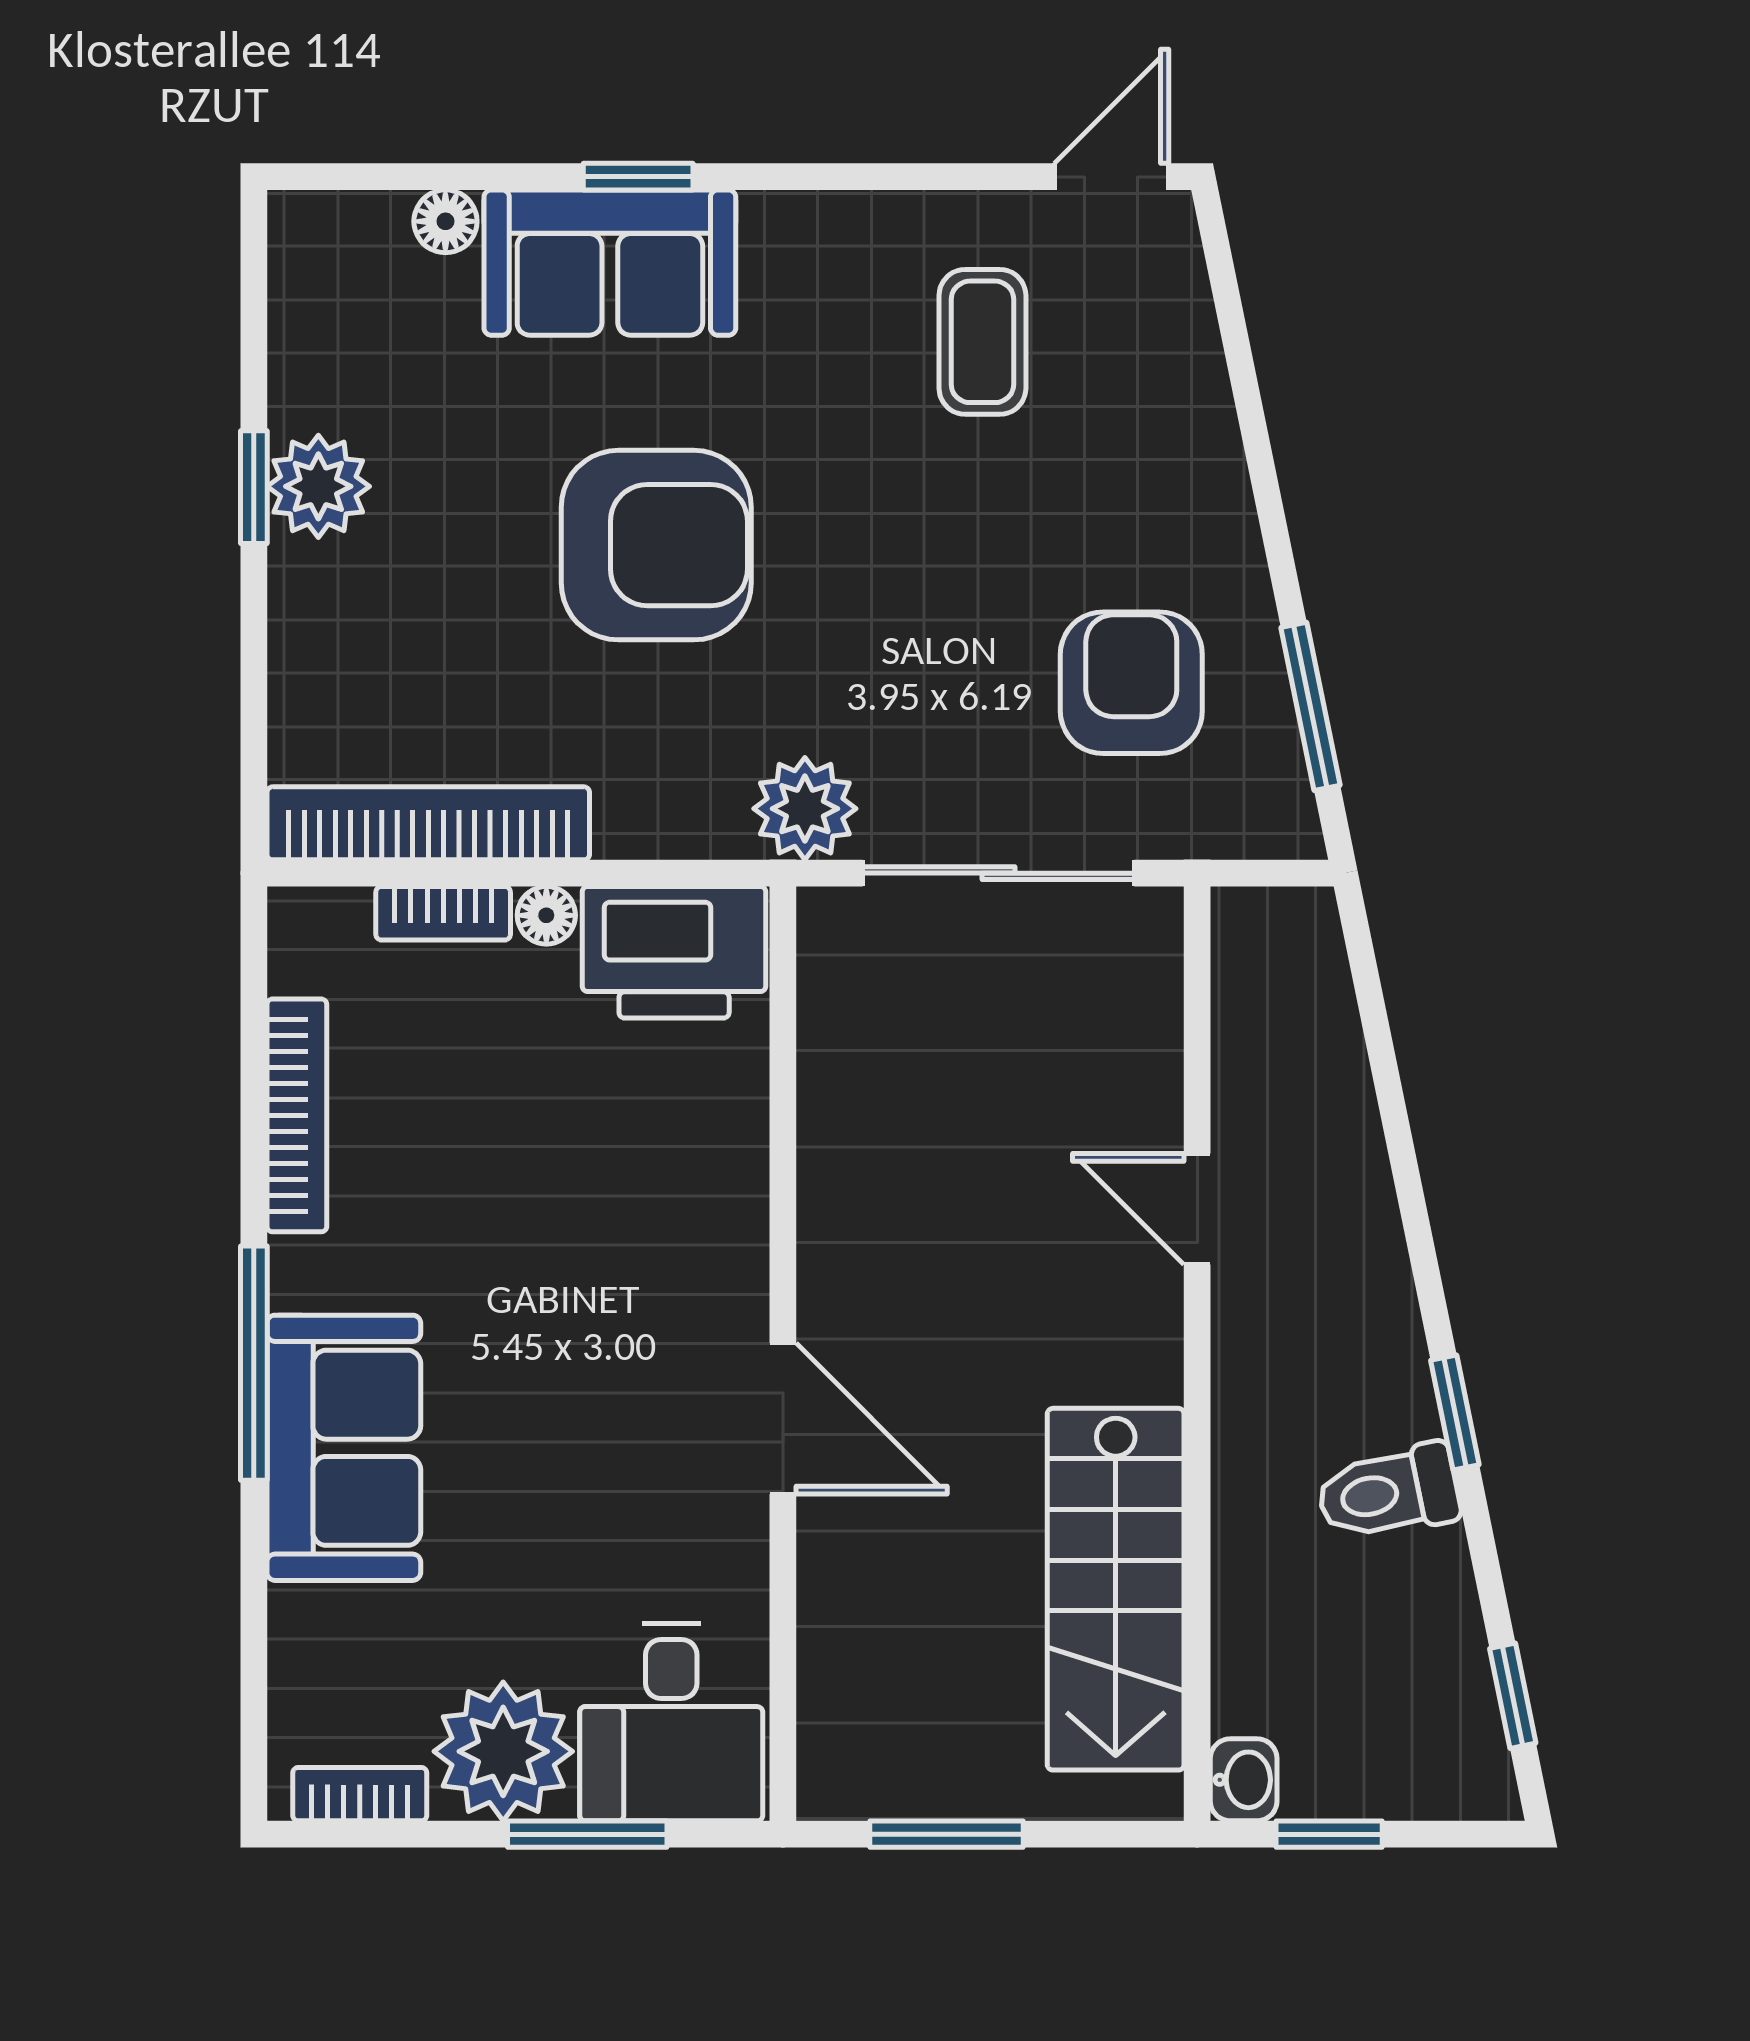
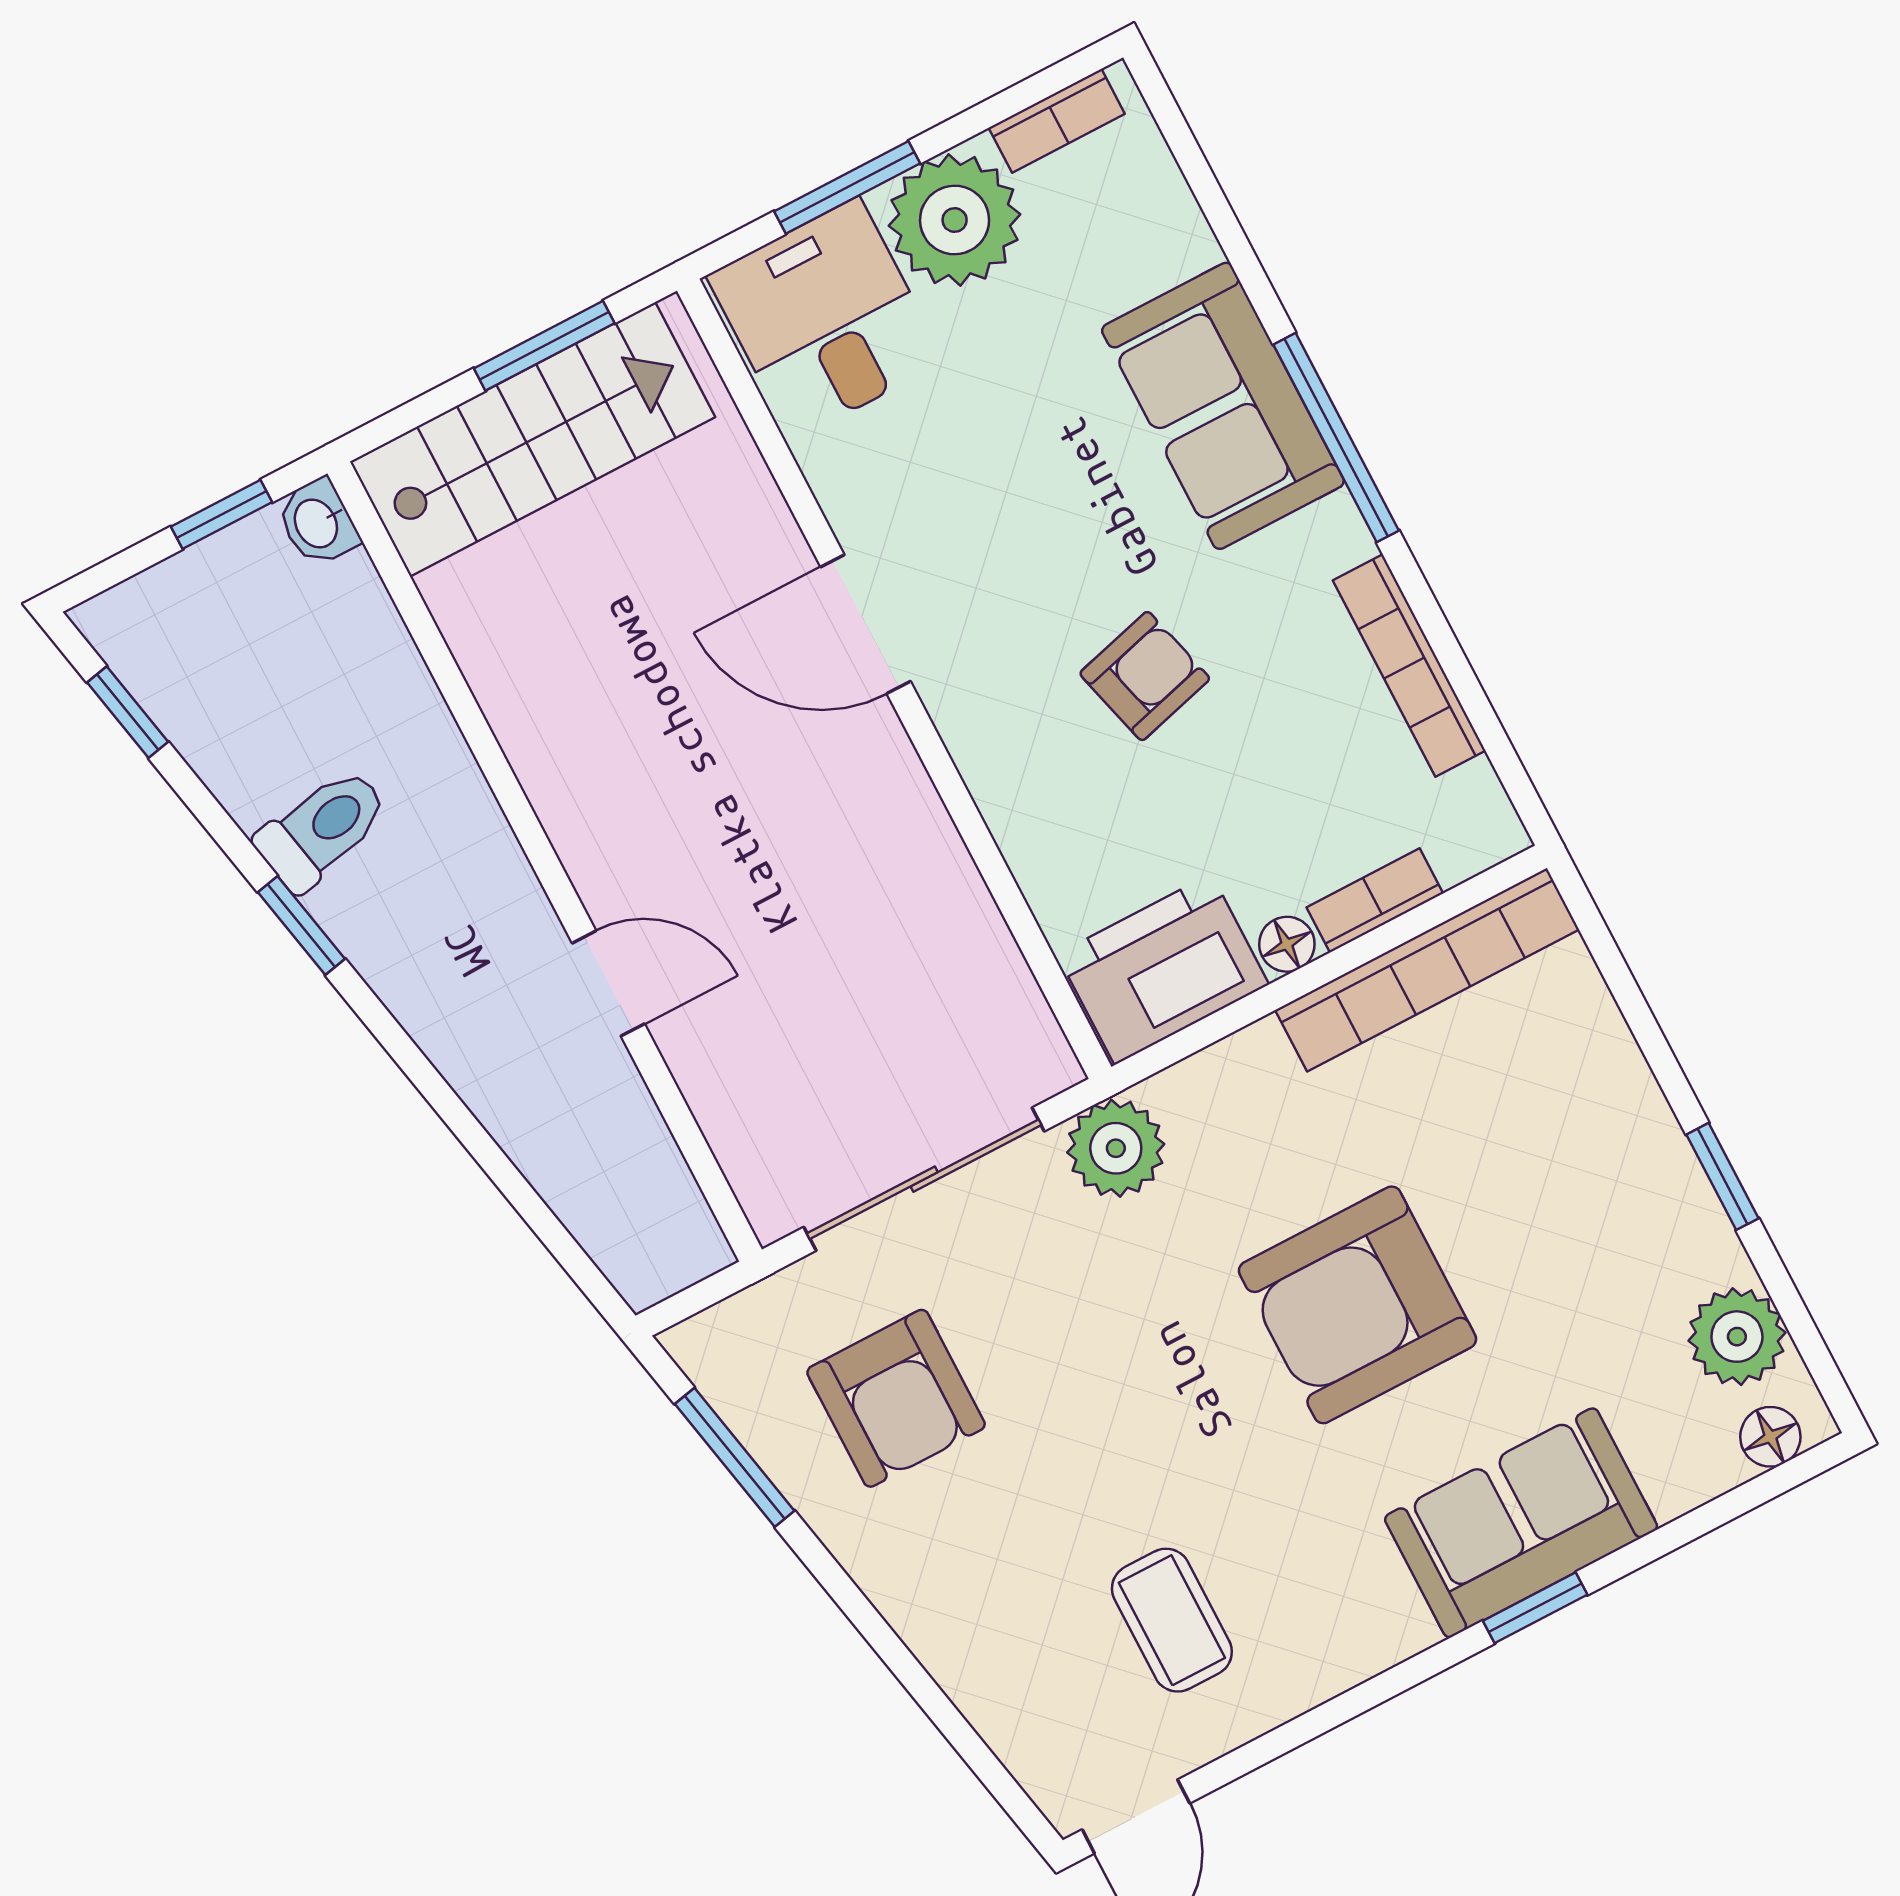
floor lamp: (445, 221) -> (1770, 1437), moved
plant: (318, 486) -> (1737, 1337), moved
armchair: (548, 1234) -> (1145, 676), added
stairs: (1116, 1589) -> (533, 439), moved, turned 90

